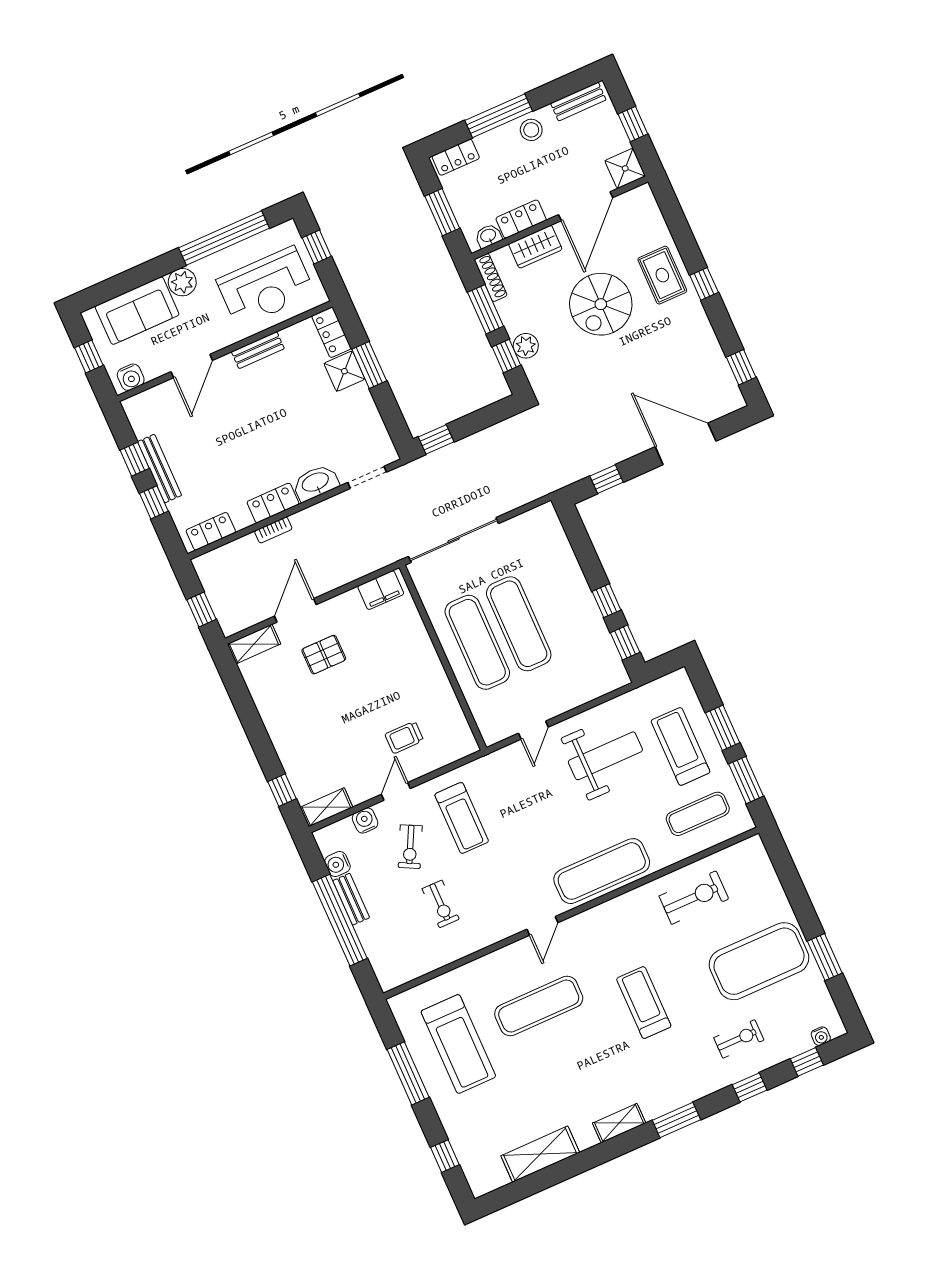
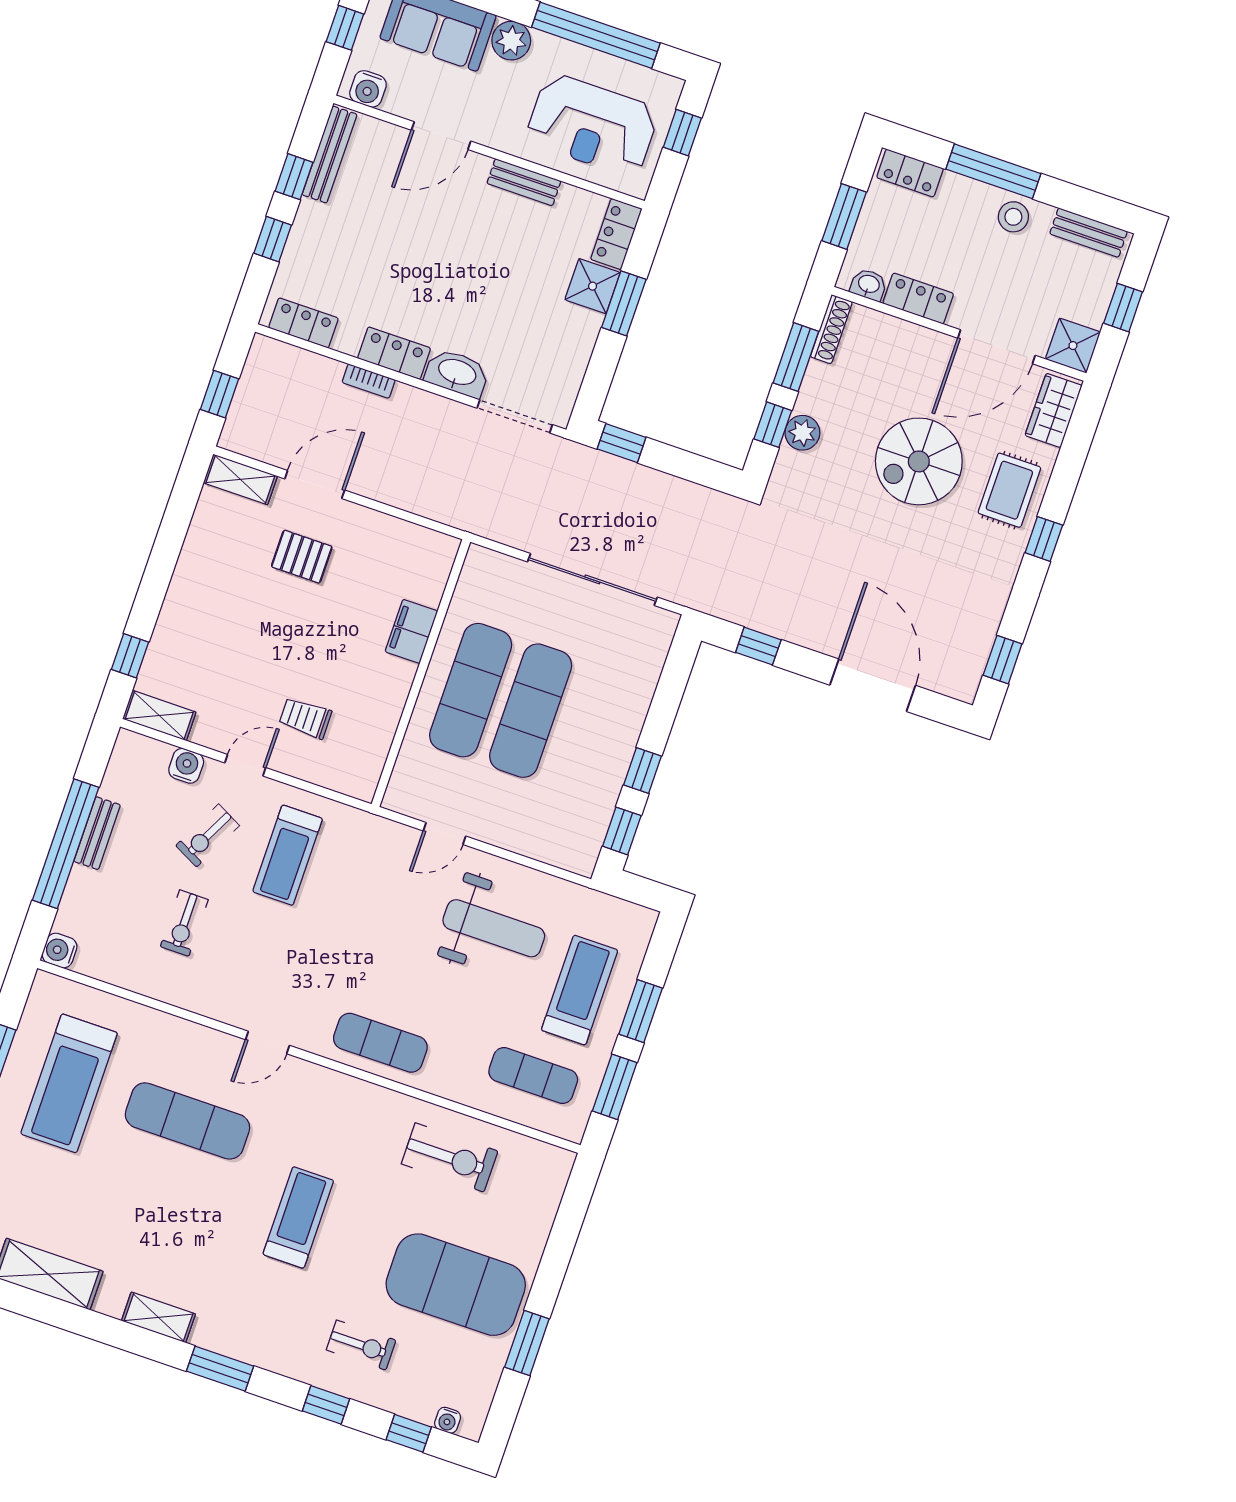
wardrobe: (535, 247) -> (1054, 410), moved, turned 90
bench: (159, 469) -> (330, 155), moved
doorway: (367, 477) -> (515, 416), width x1.38
sliding door: (454, 540) -> (592, 579), moved
filing cabinet: (381, 590) -> (411, 631), moved, turned 90
water cooler: (337, 864) -> (60, 951), moved
exercise mat: (602, 871) -> (380, 1043), width x0.73, depth x0.69

